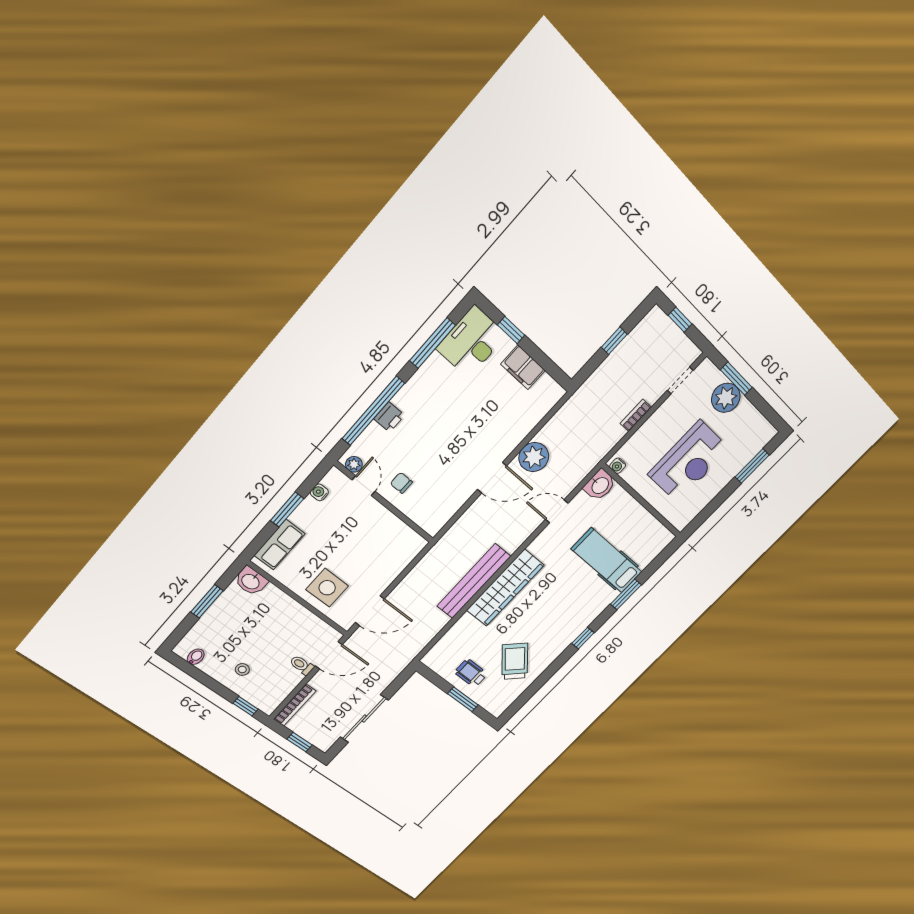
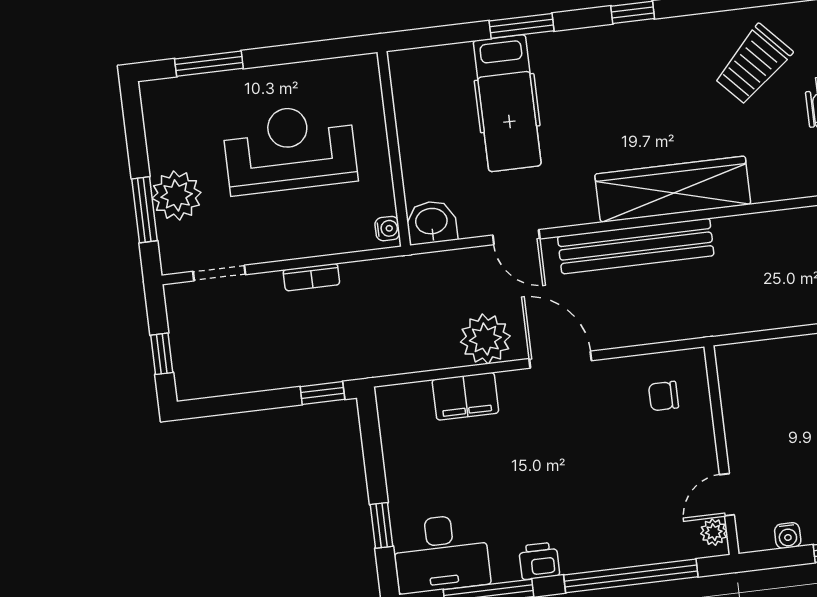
window: (614, 341) -> (322, 393), moved
filing cabinet: (523, 367) -> (465, 396), moved, turned 90
printer: (389, 417) -> (539, 561), moved
chair: (401, 483) -> (663, 396), moved, turned 90
bench: (474, 581) -> (636, 246), moved

